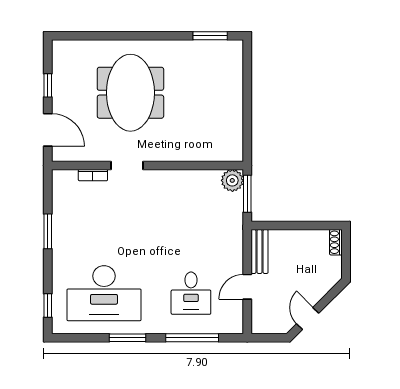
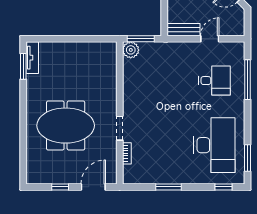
tv unit: (222, 48) -> (32, 58), added
door: (247, 287) -> (210, 39), swing flipped
window: (127, 338) -> (248, 158), moved

